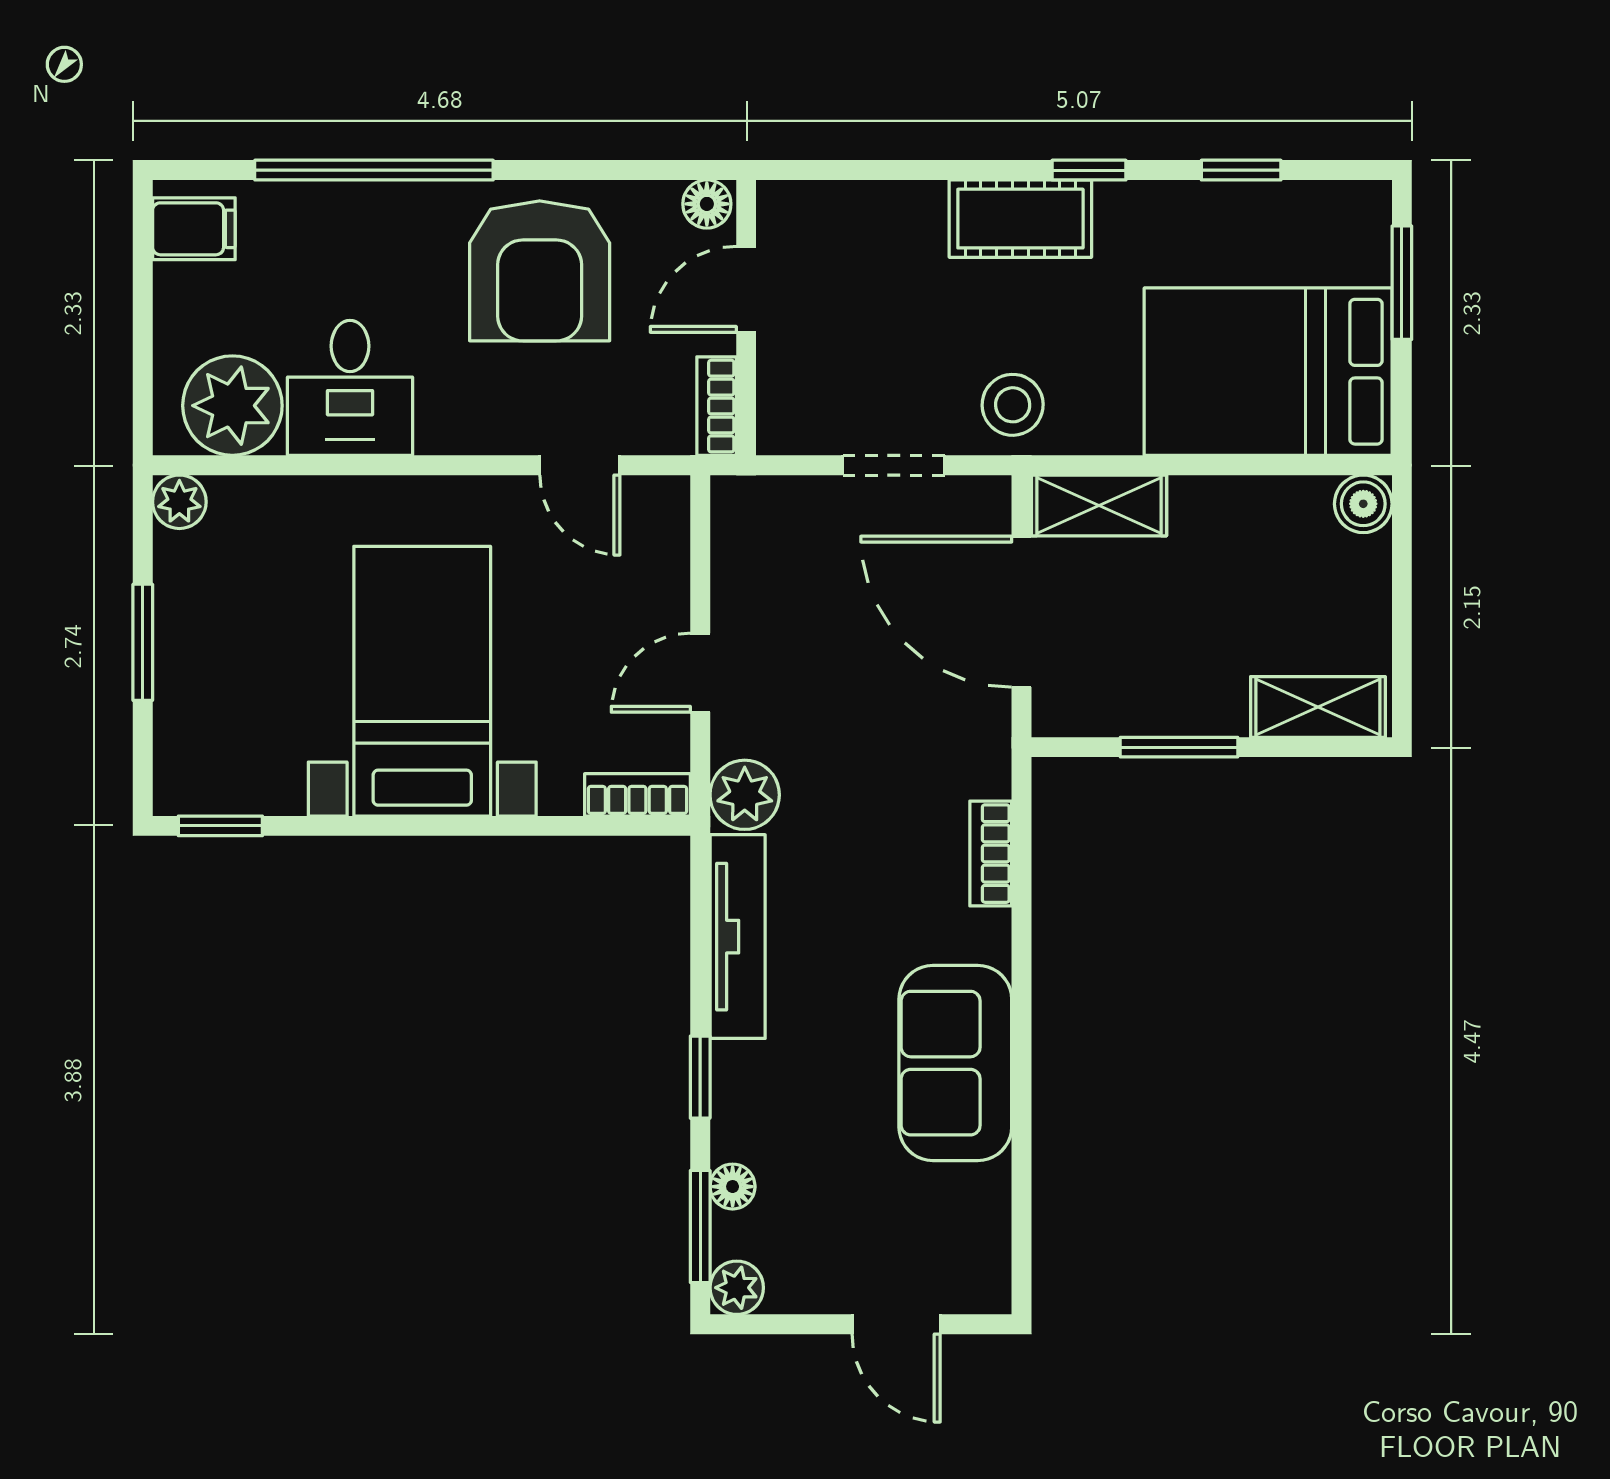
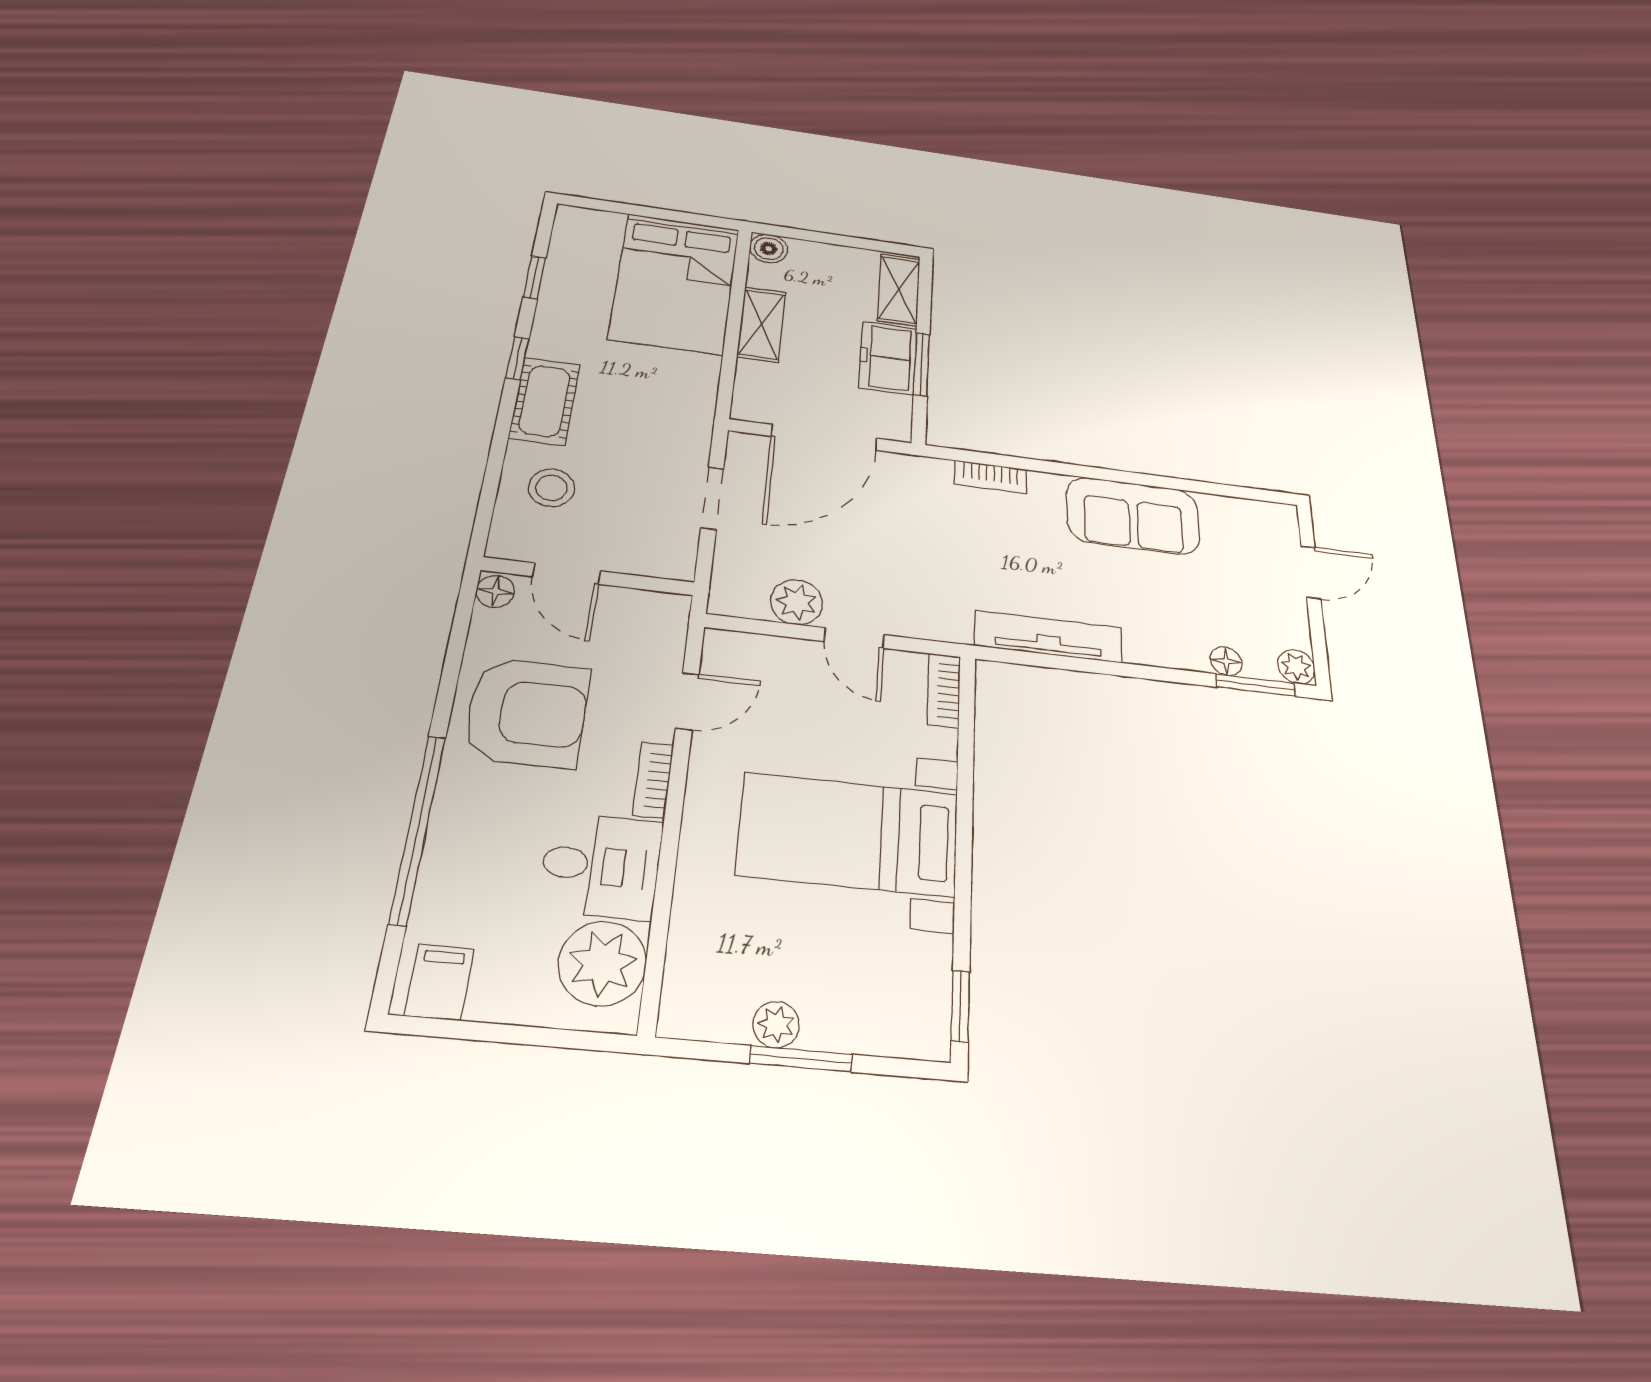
window: (1402, 283) -> (626, 209), removed
stool: (1013, 405) -> (551, 488), moved
bookcase: (717, 406) -> (653, 780), moved, turned 90
plant: (179, 502) -> (776, 1025), moved
shelving: (1099, 505) -> (761, 324), moved
freezer: (1182, 696) -> (888, 358), added
plant: (745, 795) -> (797, 602), moved
window: (700, 1077) -> (1150, 673), removed

